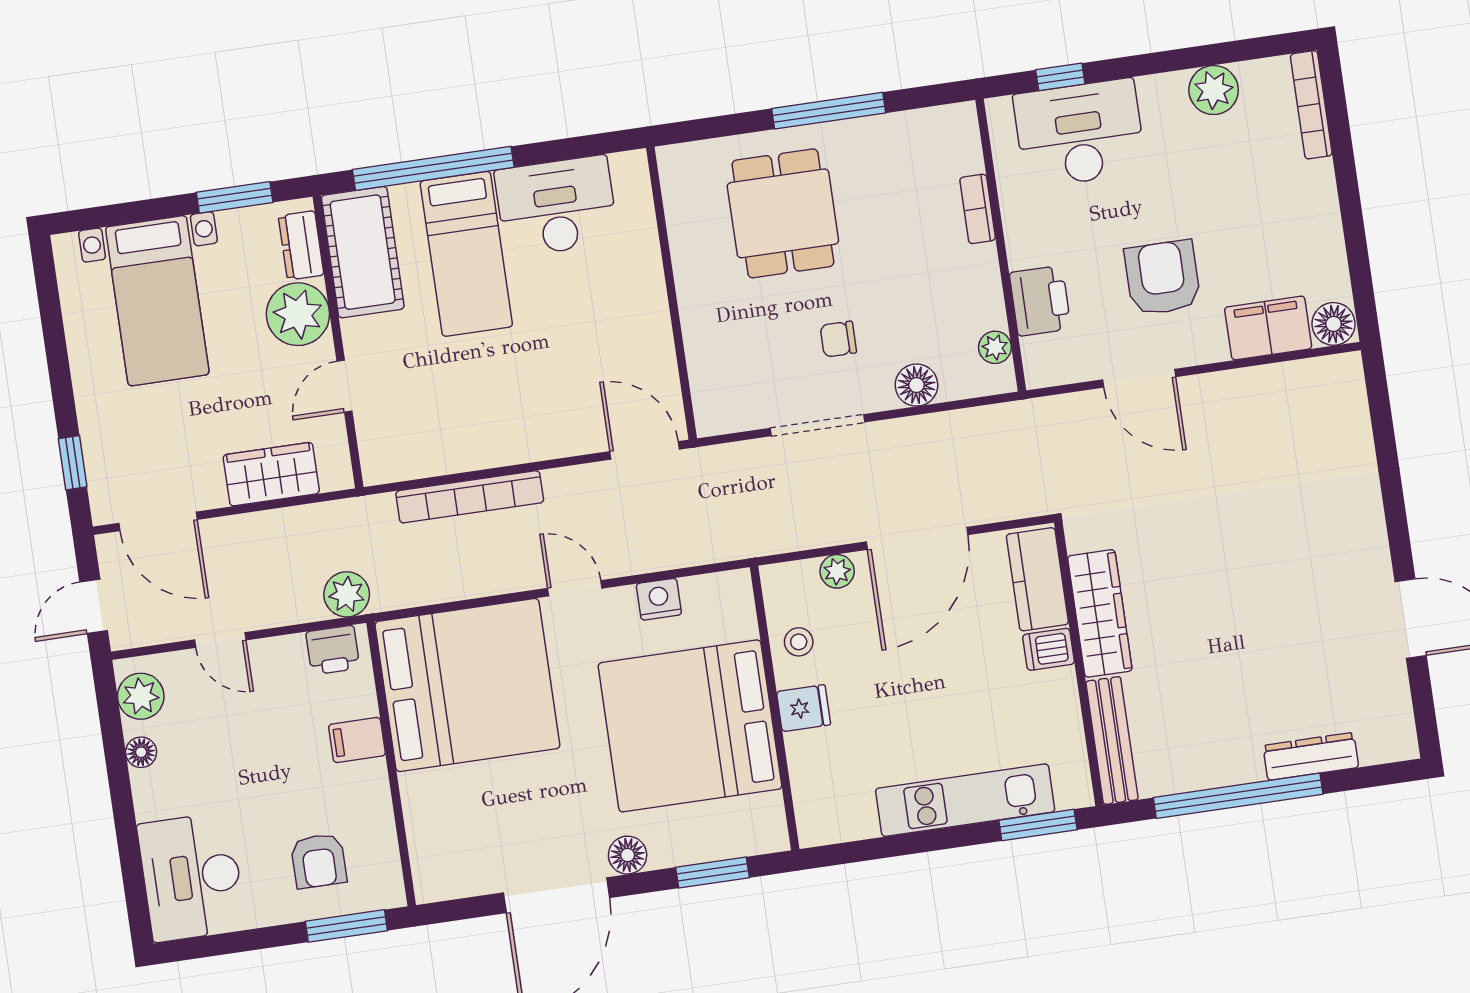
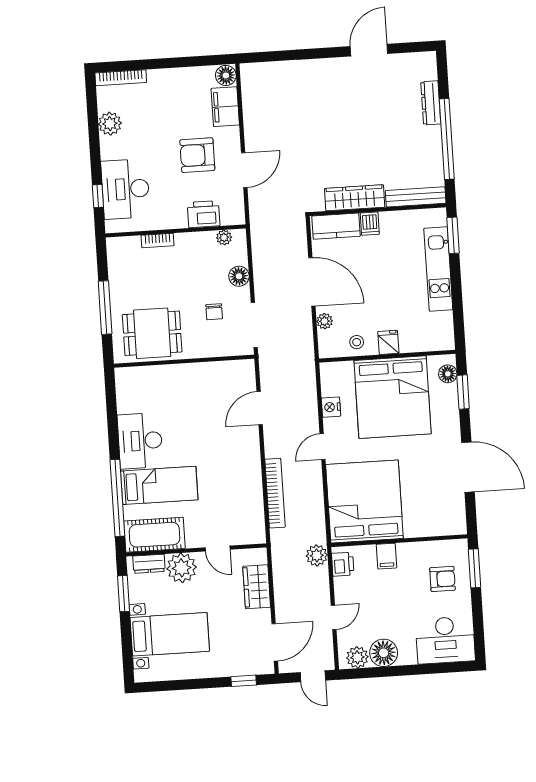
wall: (671, 293) -> (184, 361), moved
floor lamp: (141, 752) -> (384, 653), width x1.89, depth x1.89
floor lamp: (628, 855) -> (448, 374), moved

